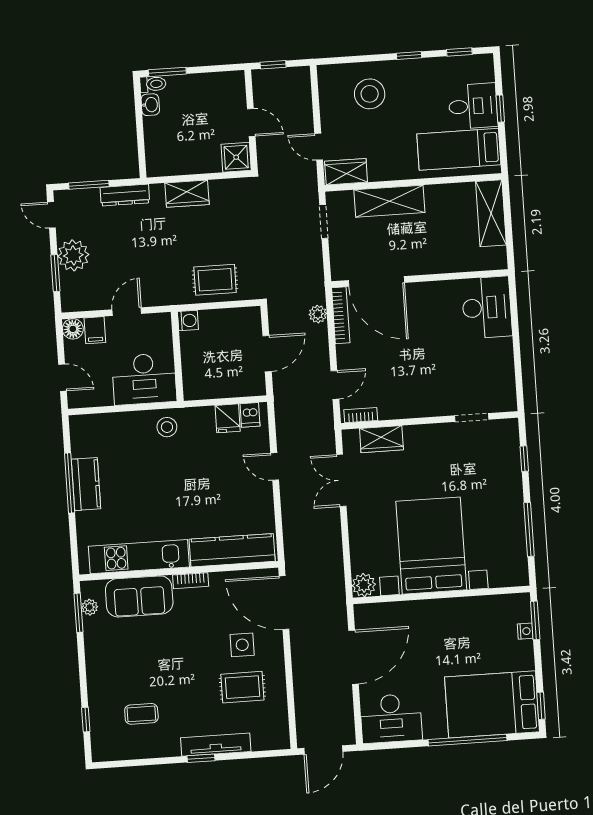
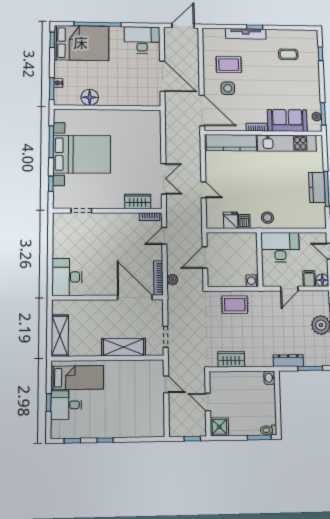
stool: (370, 94) -> (132, 416), removed
washbasin: (150, 105) -> (269, 378), moved
shower: (236, 157) -> (219, 427), moved
wardrobe: (346, 172) -> (150, 367), removed
wardrobe: (187, 194) -> (231, 359), moved
dishwasher: (250, 415) -> (244, 221), moved
bed with nightstands: (431, 546) -> (82, 154), moved, turned -90
plant: (364, 585) -> (154, 117), removed
floor lamp: (472, 610) -> (90, 97), added
door: (353, 657) -> (162, 76), swing flipped

